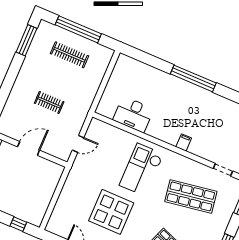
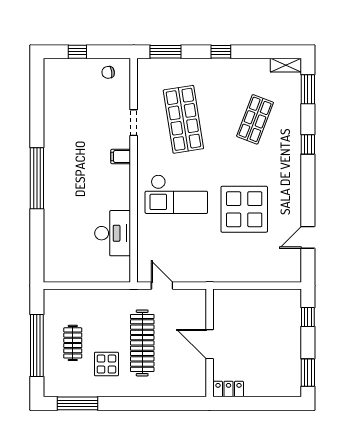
clothes rail: (69, 55) -> (73, 343), width x0.73
display table: (45, 72) -> (106, 364), added
clothes rail: (49, 103) -> (142, 343), width x1.86, depth x1.31
door: (78, 144) -> (162, 286), moved
doorway: (223, 170) -> (134, 123), moved

